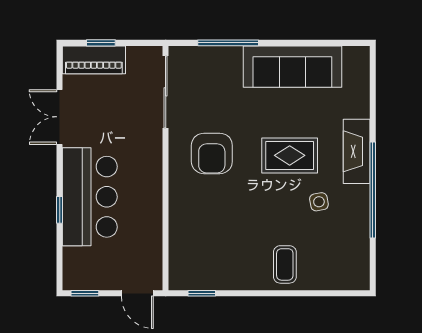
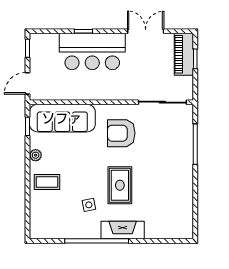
sofa: (292, 67) -> (62, 118), moved, turned -90
plant: (245, 281) -> (36, 155), added

